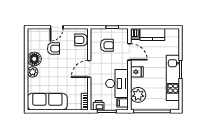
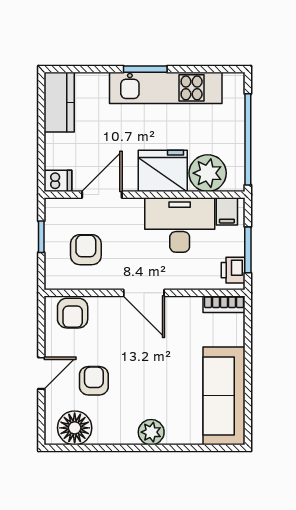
door: (57, 27) -> (41, 373), hinge flipped
kitchen counter: (152, 34) -> (59, 102), moved
floor lamp: (34, 59) -> (75, 428), moved
fridge: (137, 72) -> (163, 171), width x1.88, depth x1.34

